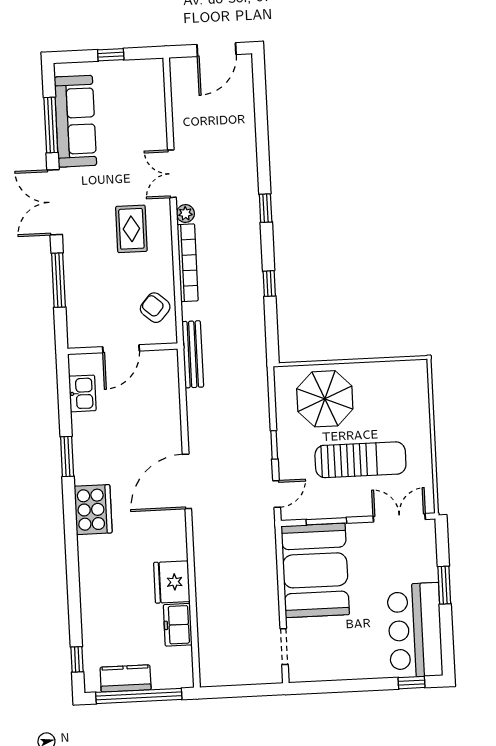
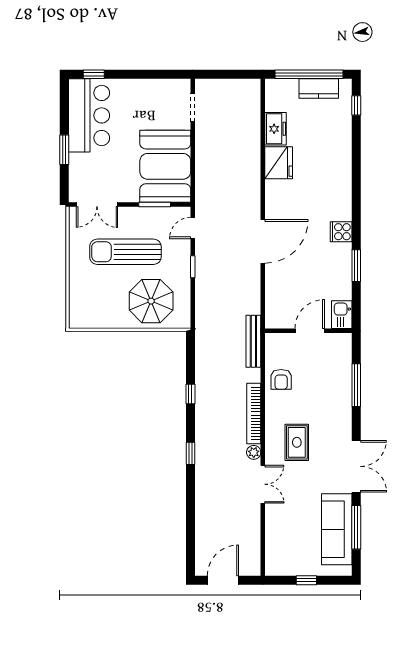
window: (58, 280) -> (356, 385), moved
armchair: (155, 308) -> (281, 379), turned 49
door: (121, 349) -> (310, 331), moved
wall: (123, 349) -> (308, 331), moved
cooker: (93, 510) -> (341, 232), width x0.53, depth x0.76

